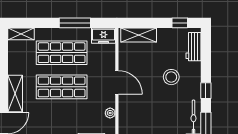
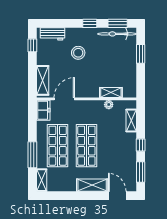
window: (75, 23) -> (32, 155), moved
door: (117, 82) -> (64, 99), moved
shelving: (124, 116) -> (111, 92), added

